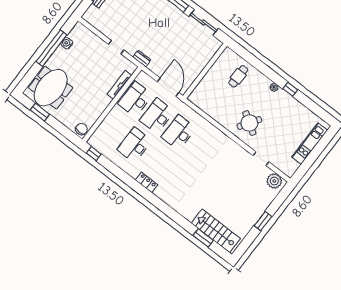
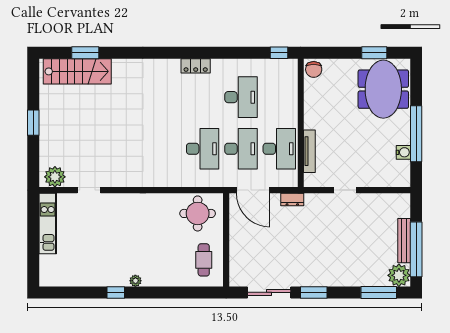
dresser: (142, 59) -> (292, 200), moved
cafe table: (238, 76) -> (204, 260), moved
round table: (249, 123) -> (198, 213), moved, turned -33
kitchen unit: (310, 144) -> (48, 224), moved

